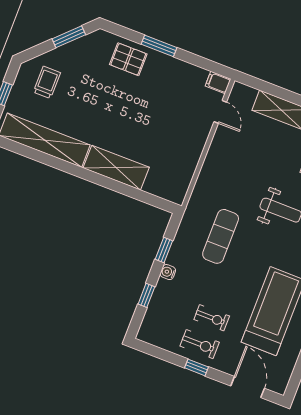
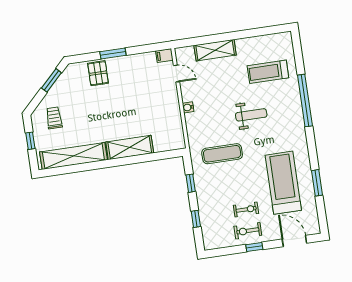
pallet: (128, 59) -> (98, 73), turned 90
exercise mat: (221, 236) -> (222, 154), turned 90
water cooler: (168, 272) -> (188, 107), moved
exercise bike: (200, 344) -> (248, 231), turned 180

